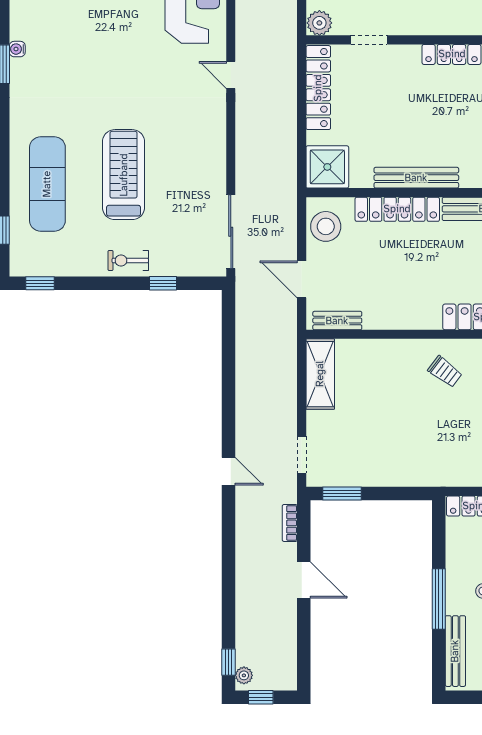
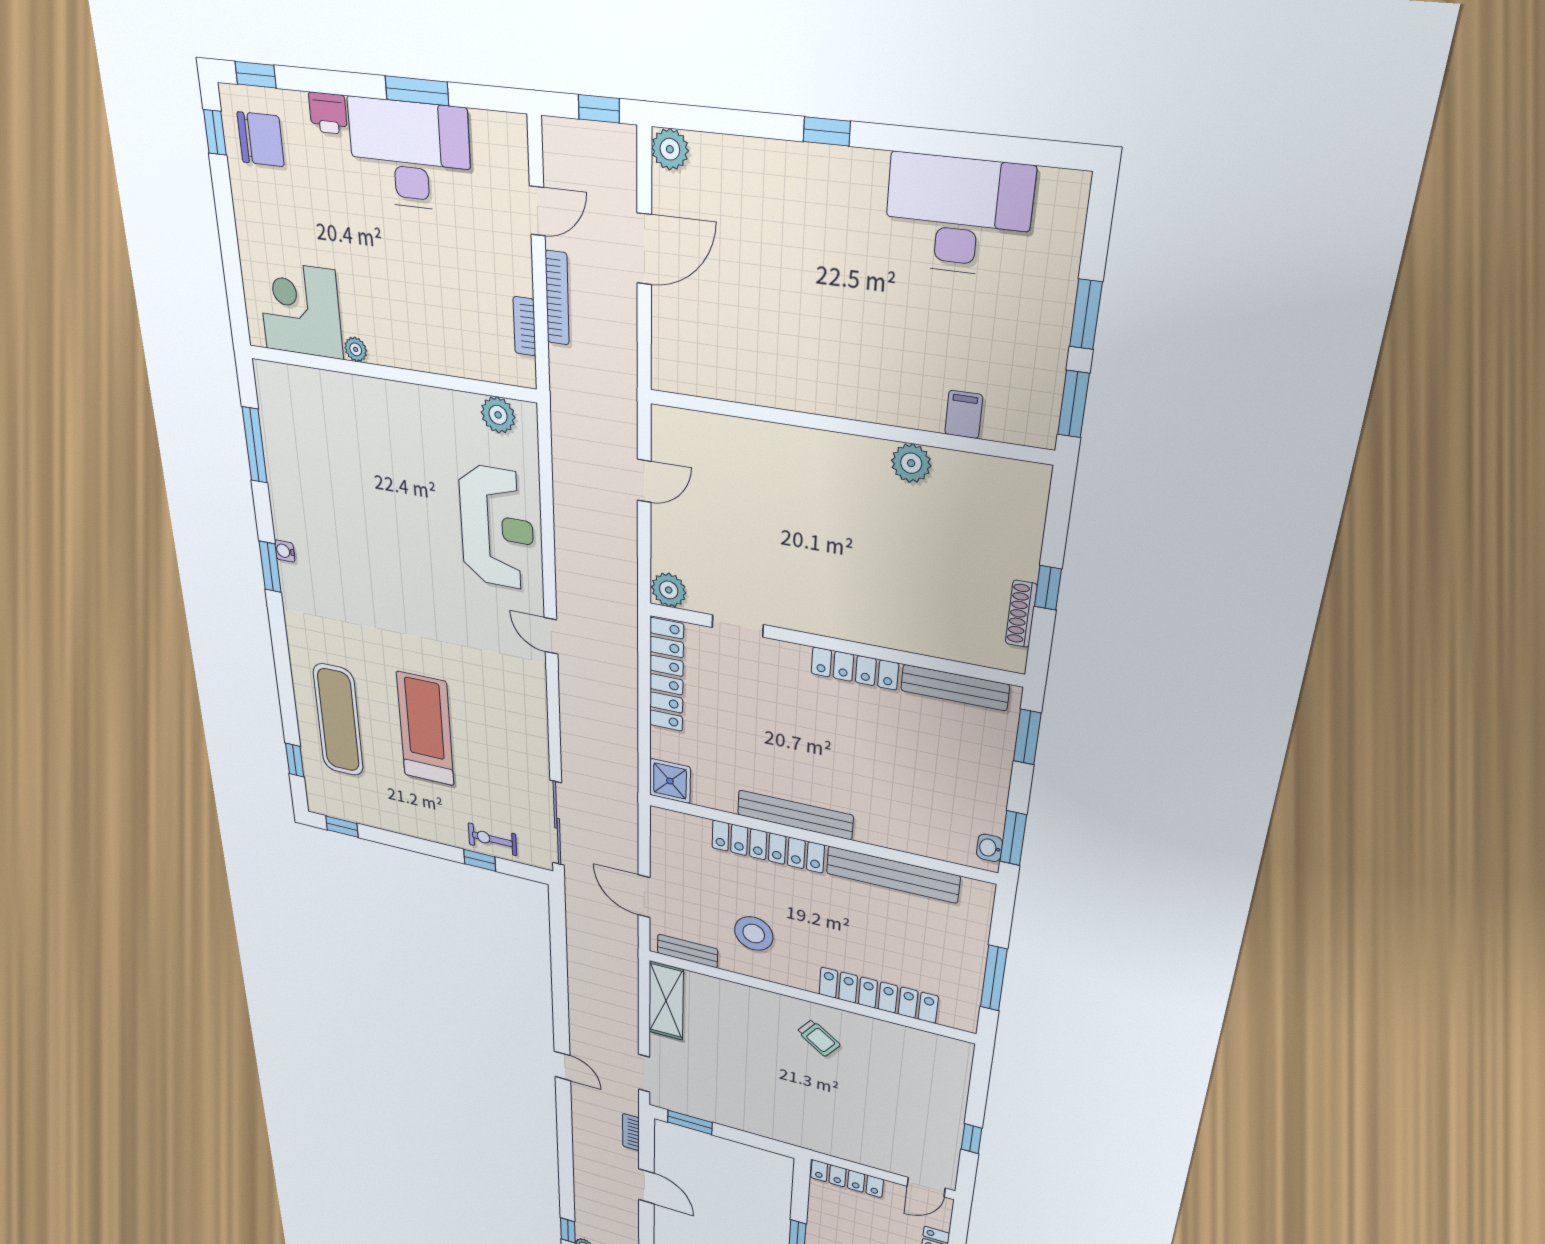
shower: (327, 167) -> (670, 781), width x0.73, depth x0.73
stool: (326, 226) -> (754, 934), moved
exercise bike: (128, 260) -> (492, 839), moved

